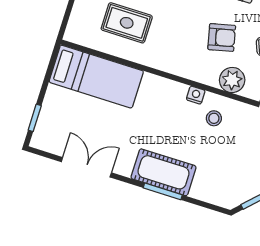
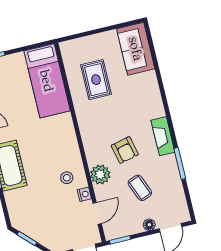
nightstand: (196, 95) -> (84, 194), moved

